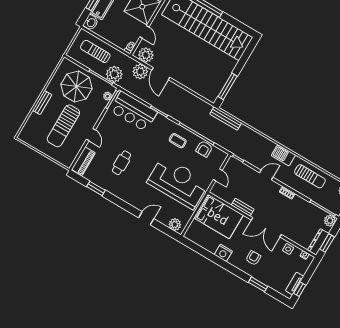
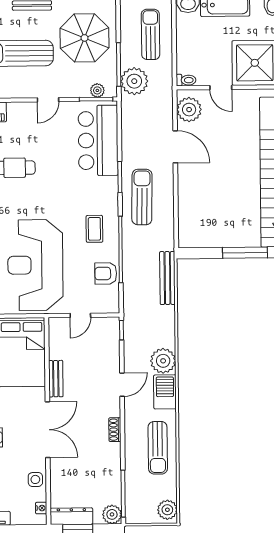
door: (144, 32) -> (221, 87), hinge flipped
plant: (140, 72) -> (163, 361), moved
door: (161, 74) -> (175, 147), swing flipped
window: (228, 86) -> (245, 253), moved
sun lounger: (176, 106) -> (142, 197), added
door: (91, 135) -> (48, 100), moved
door: (266, 175) -> (122, 385), hinge flipped
reception desk: (178, 182) -> (35, 265), turned 180
double door: (266, 227) -> (48, 430), swing flipped

